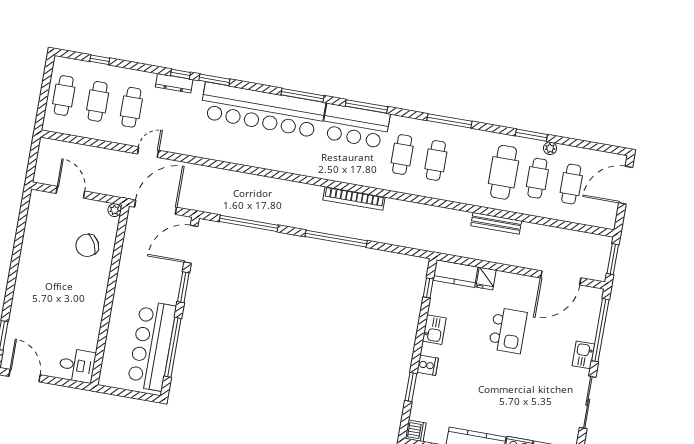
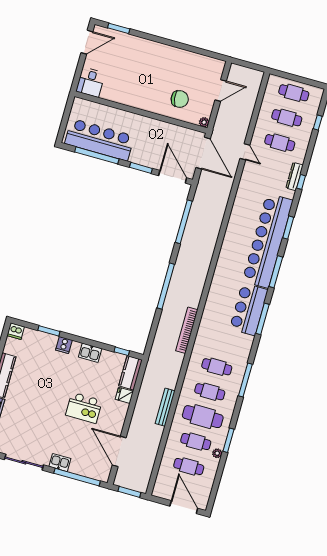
window: (214, 80) -> (288, 228), moved
cafe table: (402, 155) -> (210, 392), moved
bookcase: (354, 198) -> (187, 330), moved
chair: (87, 245) -> (180, 99), turned 110

